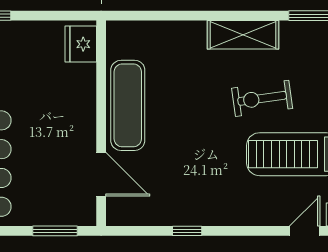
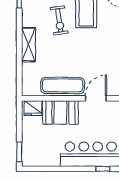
shelving: (243, 35) -> (28, 45), moved
booth: (72, 101) -> (60, 113), added

